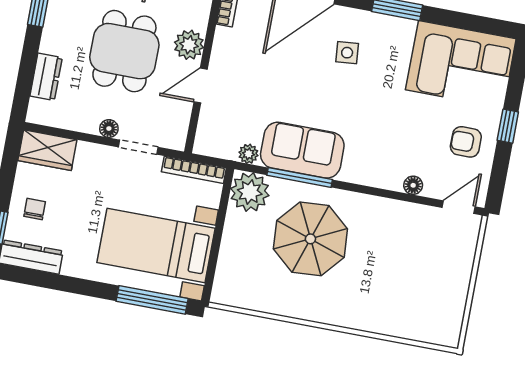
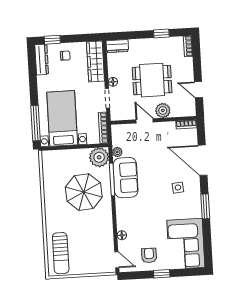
dresser: (46, 77) -> (117, 46), moved
wardrobe: (47, 150) -> (96, 61), width x1.50
sun lounger: (419, 314) -> (61, 253), added

